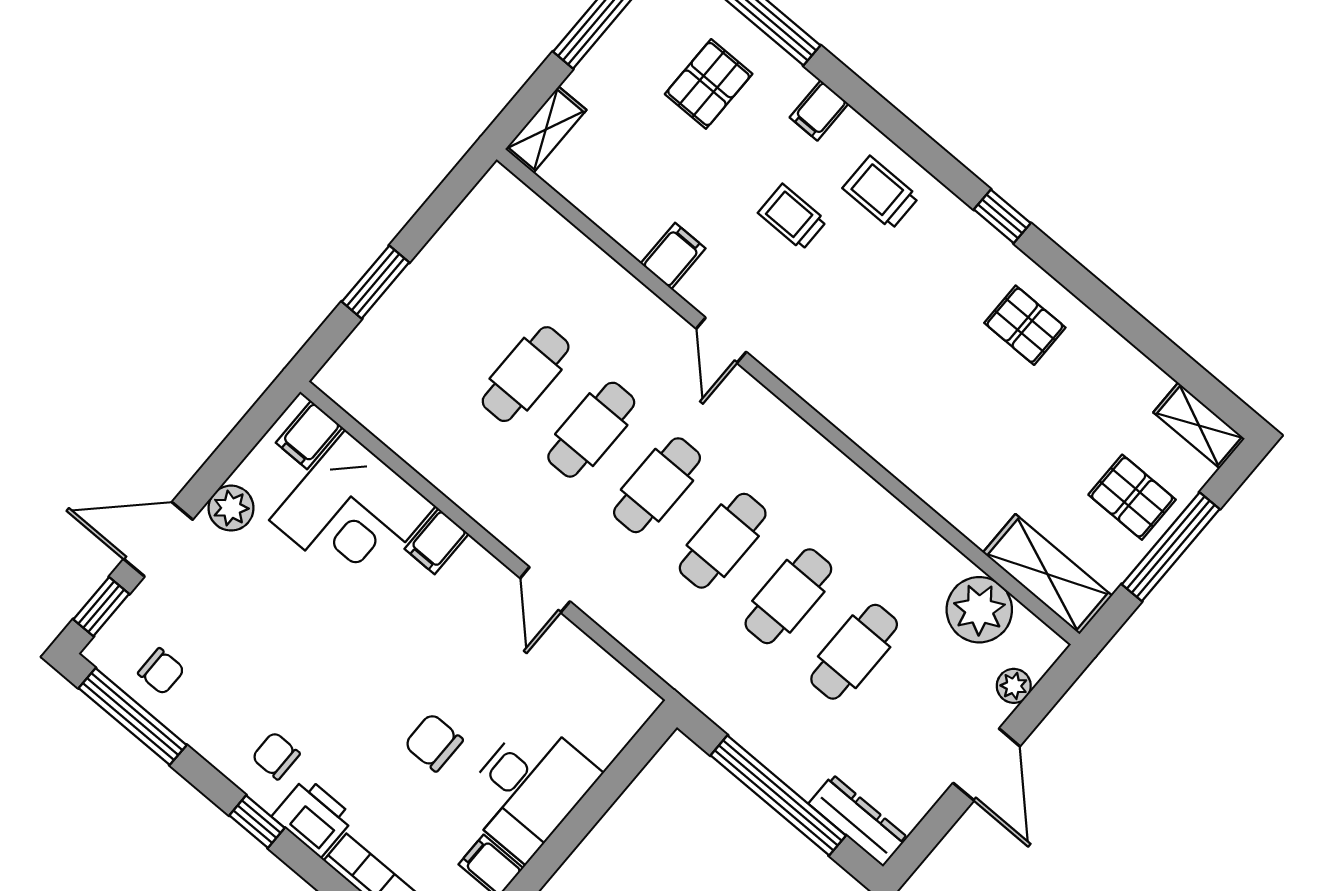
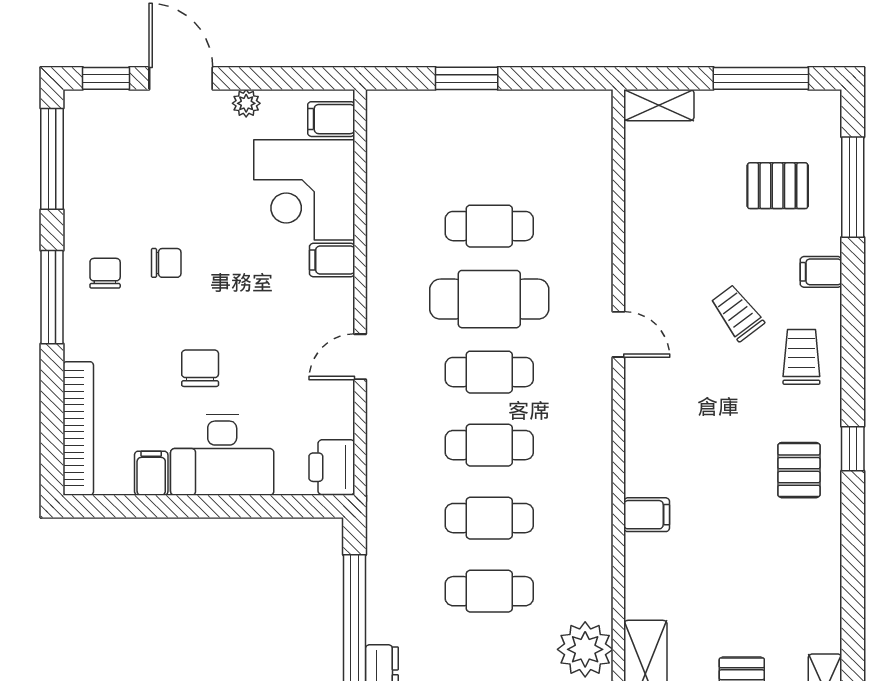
trolley: (792, 217) -> (737, 313), turned -37
filing cabinet: (673, 256) -> (647, 515), moved
pallet: (1025, 325) -> (799, 470), moved
door: (721, 340) -> (618, 334), swing flipped
cafe table: (591, 430) -> (489, 299), width x1.37, depth x1.35
plant: (231, 508) -> (246, 103), width x0.73, depth x0.73
chair: (161, 671) -> (166, 263), moved, turned -90
printer: (313, 817) -> (332, 467), moved, turned 180
window: (257, 822) -> (52, 297), width x2.17

